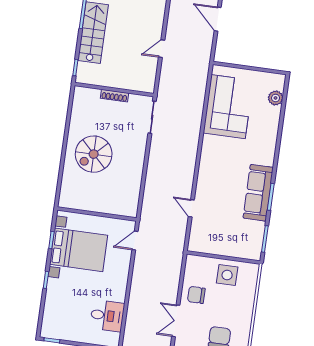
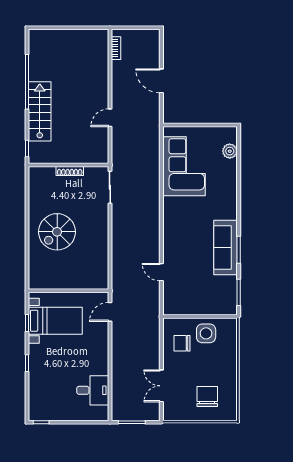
bed with nightstands: (79, 250) -> (55, 321), width x0.73
chair: (196, 295) -> (182, 343), moved

